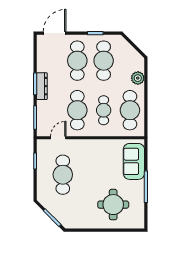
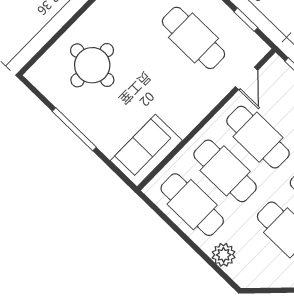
cafe table: (104, 110) -> (225, 171), width x1.37, depth x1.35
sofa: (134, 161) -> (146, 151), moved, turned -90

